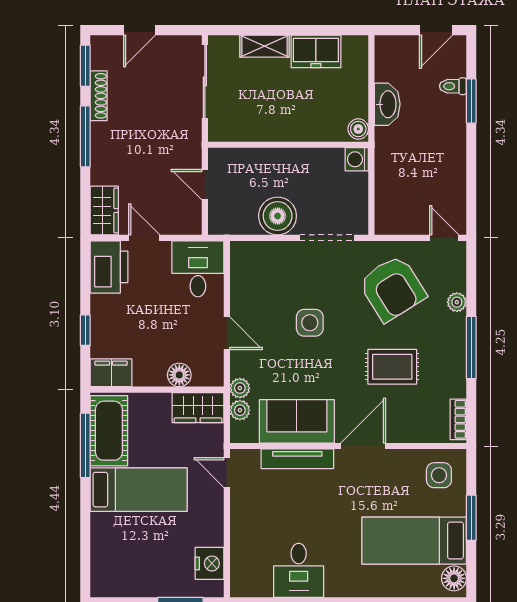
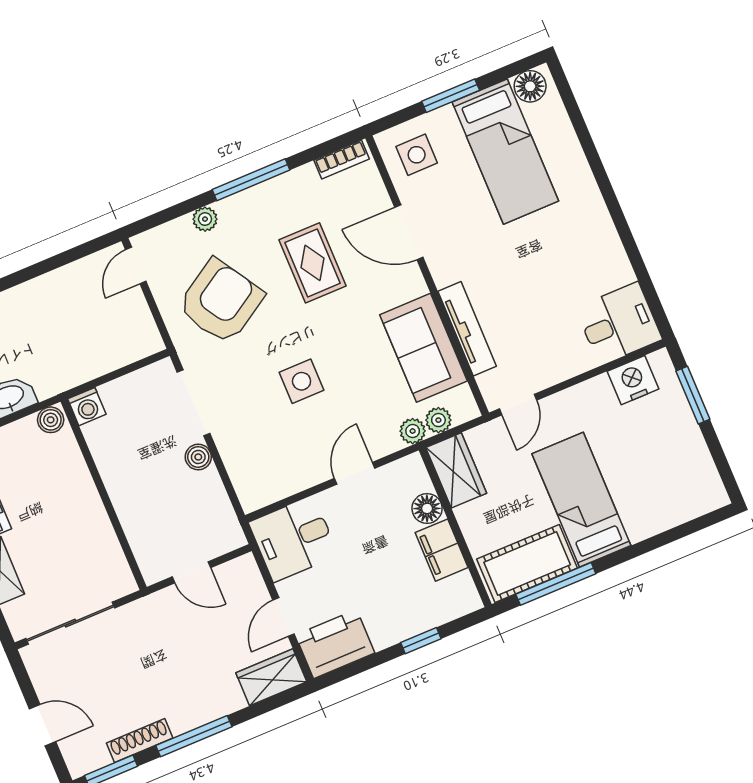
door: (205, 185) -> (191, 572), hinge flipped
boiler: (278, 216) -> (198, 457), width x0.54, depth x0.54
filing cabinet: (111, 373) -> (442, 550), moved
door: (363, 446) -> (409, 232), moved
desk: (299, 570) -> (619, 324), moved

